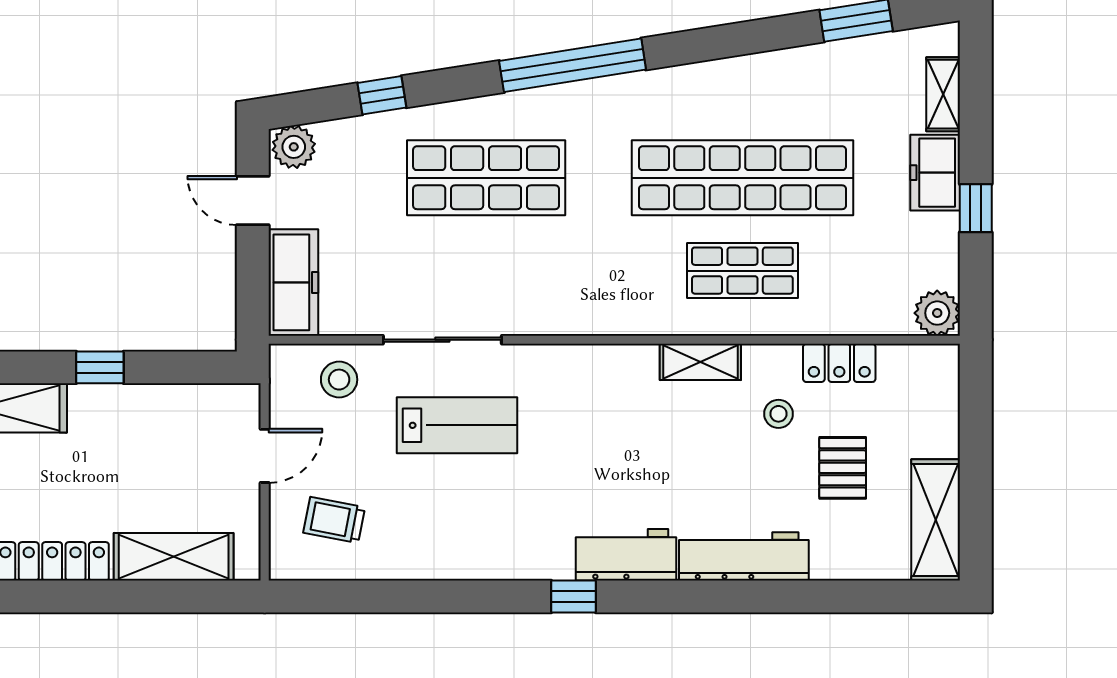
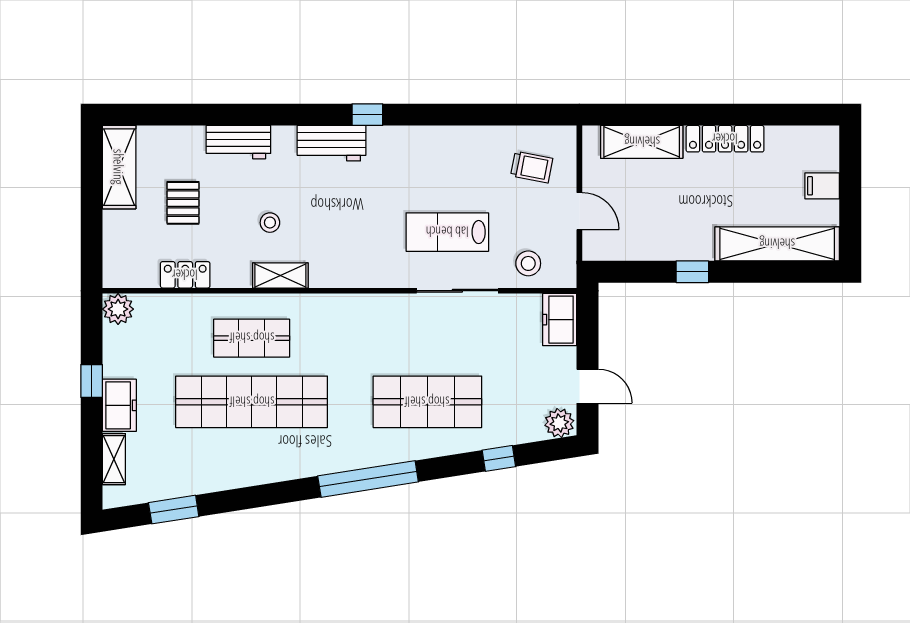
freezer: (293, 282) -> (560, 320), width x0.71
stool: (778, 414) -> (270, 223), moved
door: (265, 456) -> (579, 211), swing flipped
workbench: (744, 556) -> (238, 142), width x0.73

